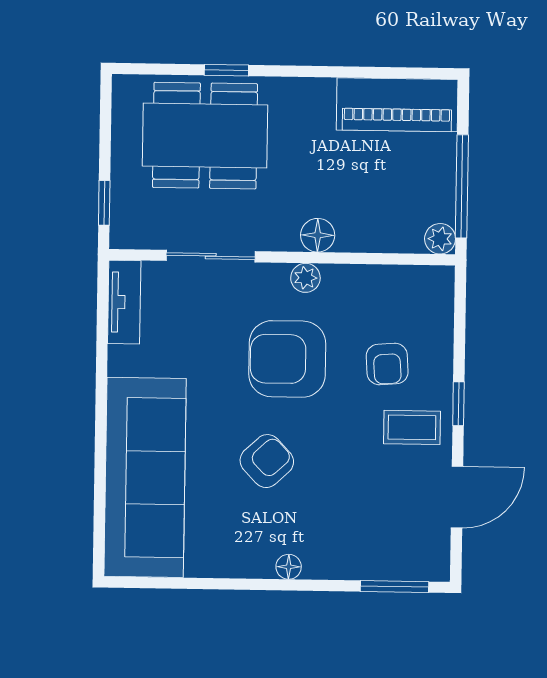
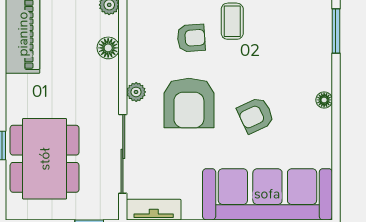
floor lamp: (318, 235) -> (108, 48), moved
sliding door: (211, 256) -> (123, 154), width x1.37
armchair: (267, 461) -> (256, 115), turned -72

